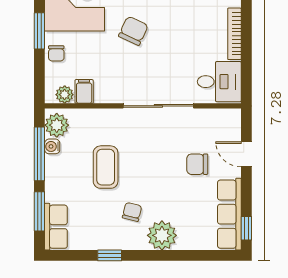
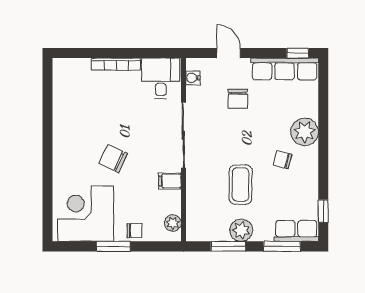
filing cabinet: (84, 91) -> (170, 181), moved
plant: (57, 125) -> (241, 230), moved
water cooler: (52, 146) -> (193, 78), moved, turned 90
window: (39, 154) -> (228, 246), width x0.69
door: (246, 154) -> (229, 53), swing flipped
coffee table: (106, 167) -> (241, 185), turned 90
window: (110, 255) -> (323, 211), moved

